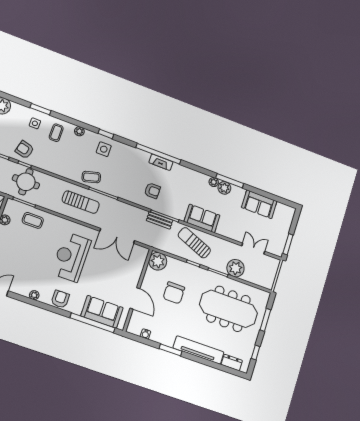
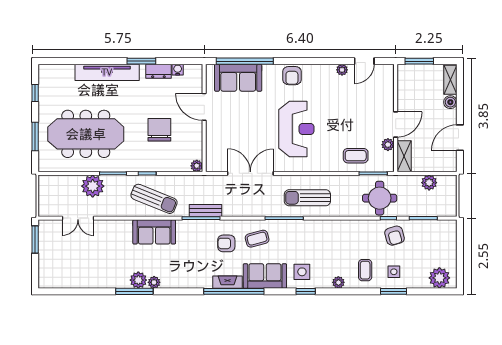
armchair: (25, 150) -> (395, 236), turned 60
coffee table: (91, 177) -> (257, 239), moved
sofa: (259, 204) -> (265, 276), moved
plant: (158, 261) -> (197, 166), width x0.53, depth x0.53
plant: (34, 295) -> (342, 70), moved
dresser: (232, 363) -> (158, 71), moved

